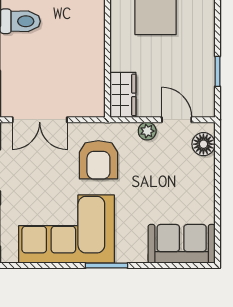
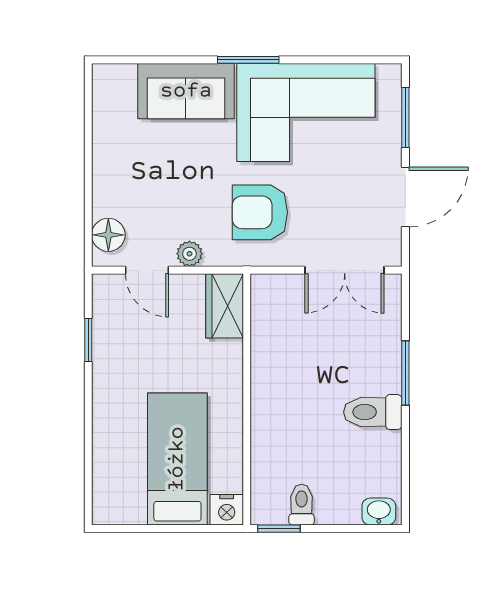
double door: (40, 120) -> (345, 270), swing flipped
armchair: (98, 160) -> (260, 212), turned -90
sofa: (182, 244) -> (186, 91), moved

